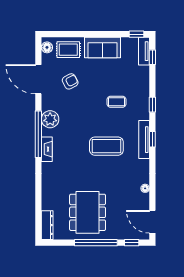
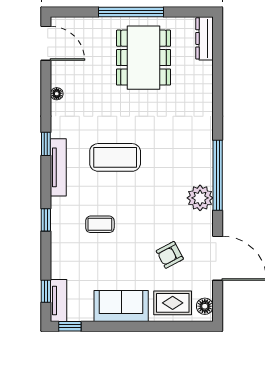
window: (152, 139) -> (46, 144), moved
fireplace: (47, 149) -> (205, 153), removed
window: (132, 243) -> (77, 12), removed

